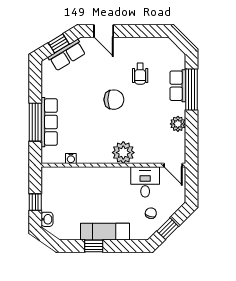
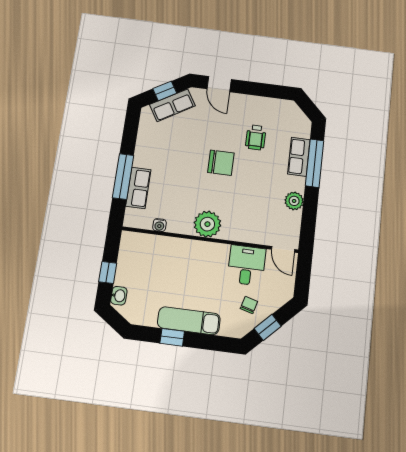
row of seats: (49, 122) -> (138, 188), width x0.68
plant: (123, 153) -> (207, 224), moved

